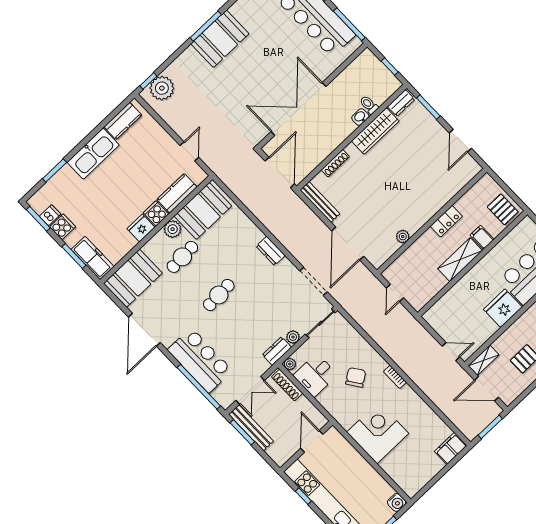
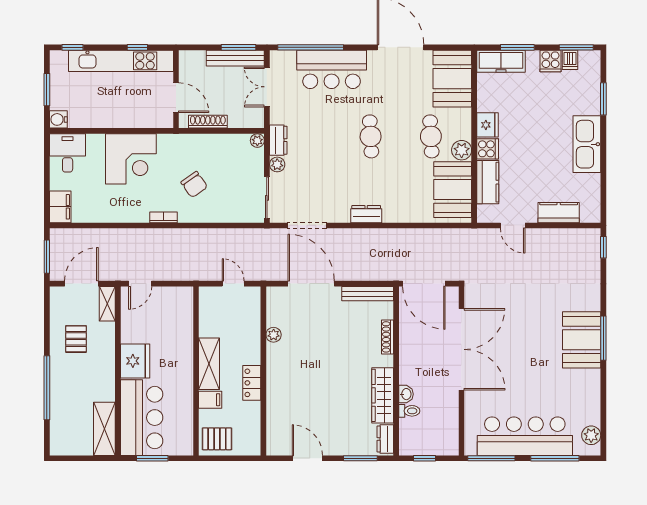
plant: (162, 88) -> (587, 253), removed
kitchen counter: (123, 121) -> (559, 213), moved, turned 90
desk: (315, 375) -> (68, 153), moved
shoe rack: (287, 385) -> (208, 122), moved

